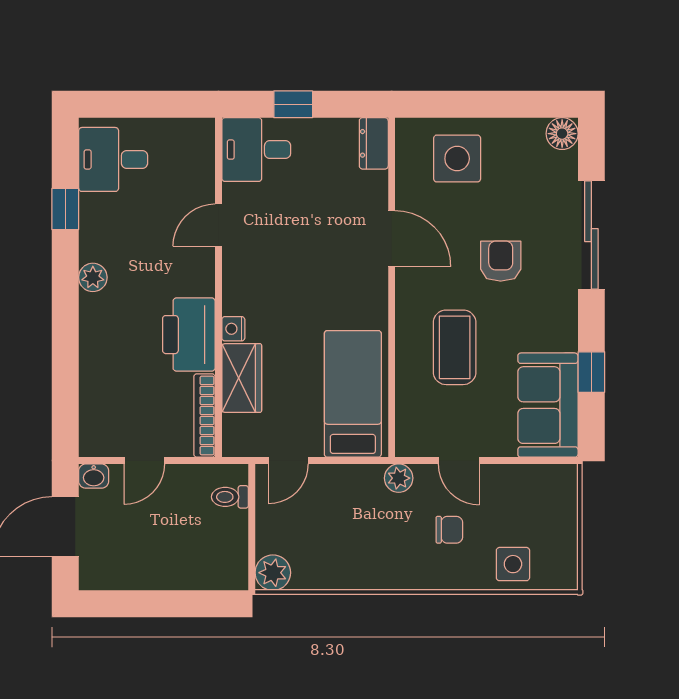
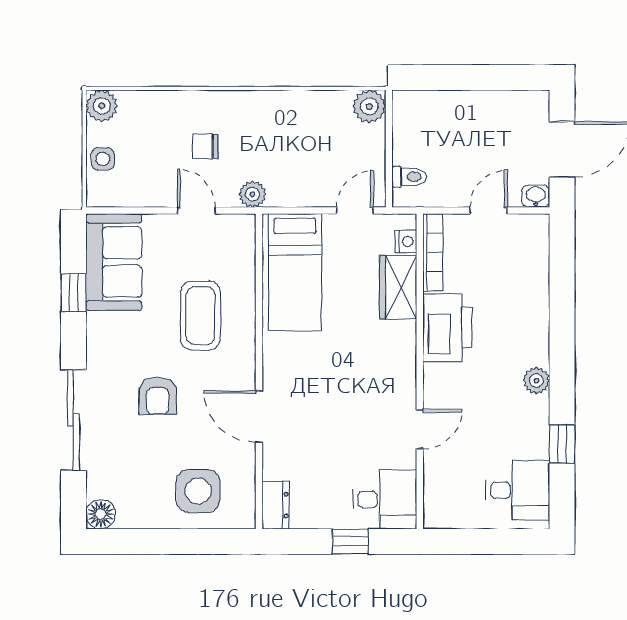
nightstand: (233, 329) -> (406, 241), moved
side table: (513, 564) -> (103, 159), moved, width x0.73, depth x0.73
plant: (561, 573) -> (102, 106), added

